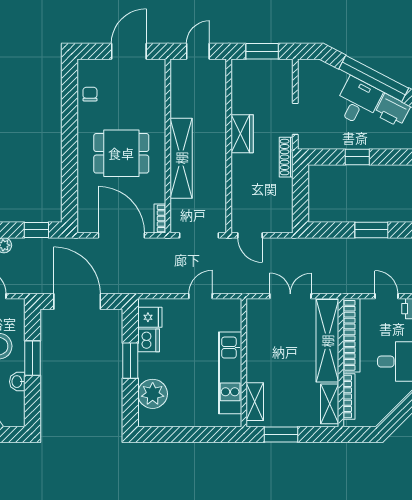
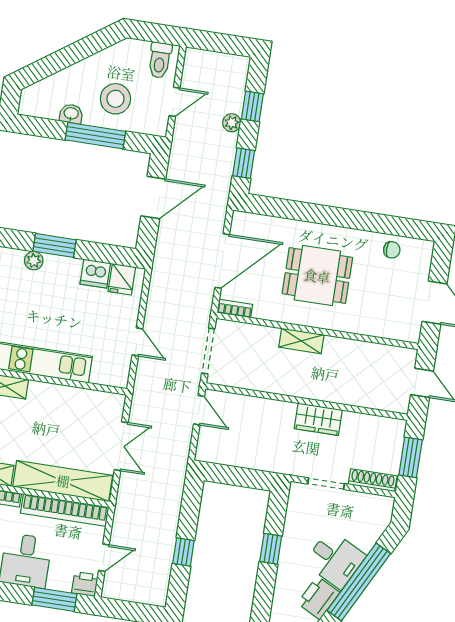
dining table: (121, 153) -> (317, 276), turned 90
shoe rack: (286, 157) -> (373, 480), moved
shelving: (181, 158) -> (301, 341), width x0.45, depth x0.75
window: (371, 230) -> (183, 552), width x0.67
door: (250, 235) -> (199, 410), swing flipped
door: (77, 301) -> (153, 198), width x0.73
window: (33, 358) -> (95, 136), width x1.44
window: (130, 361) -> (55, 245), moved
plant: (153, 394) -> (34, 261), width x0.53, depth x0.53

